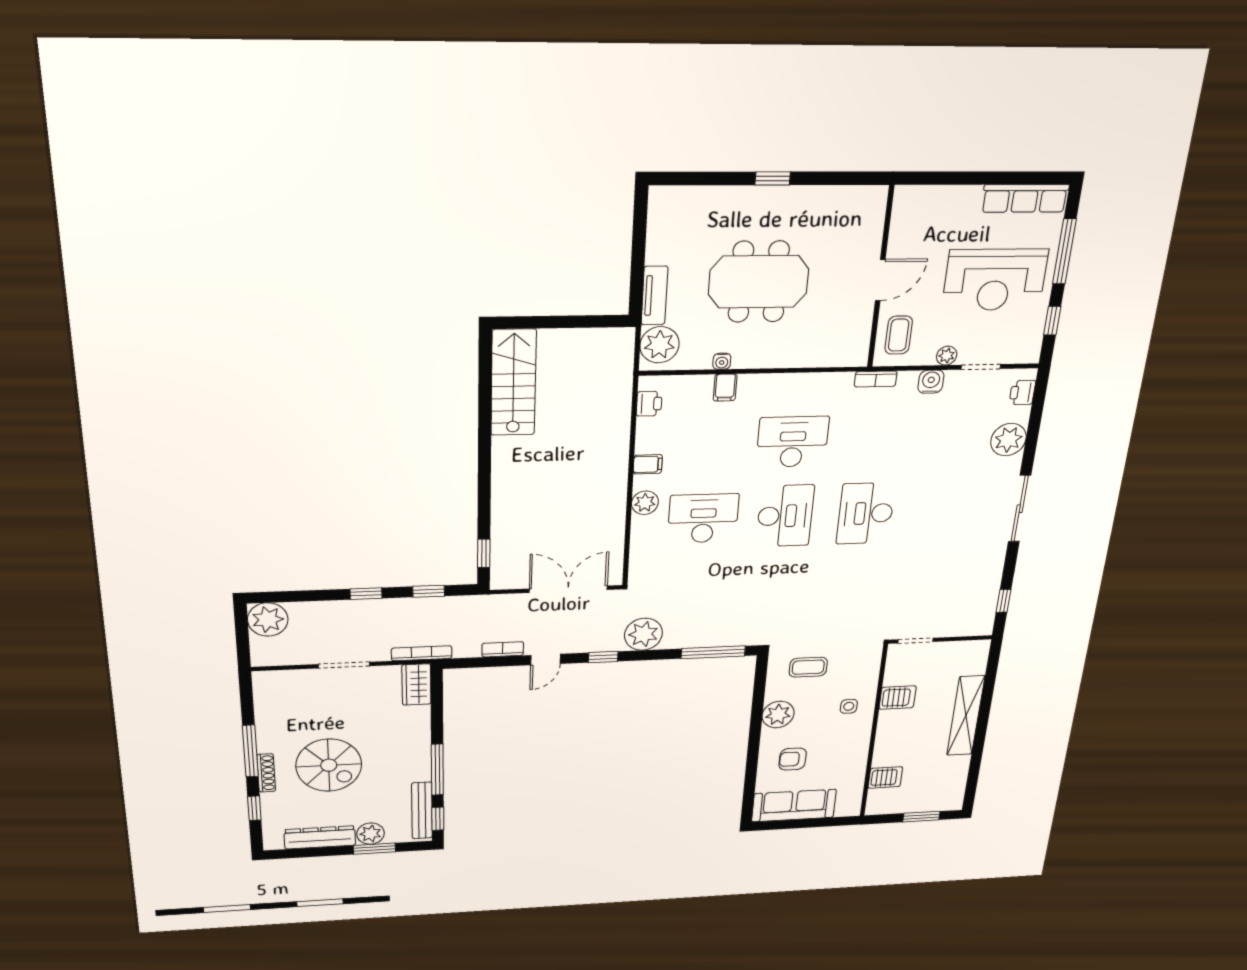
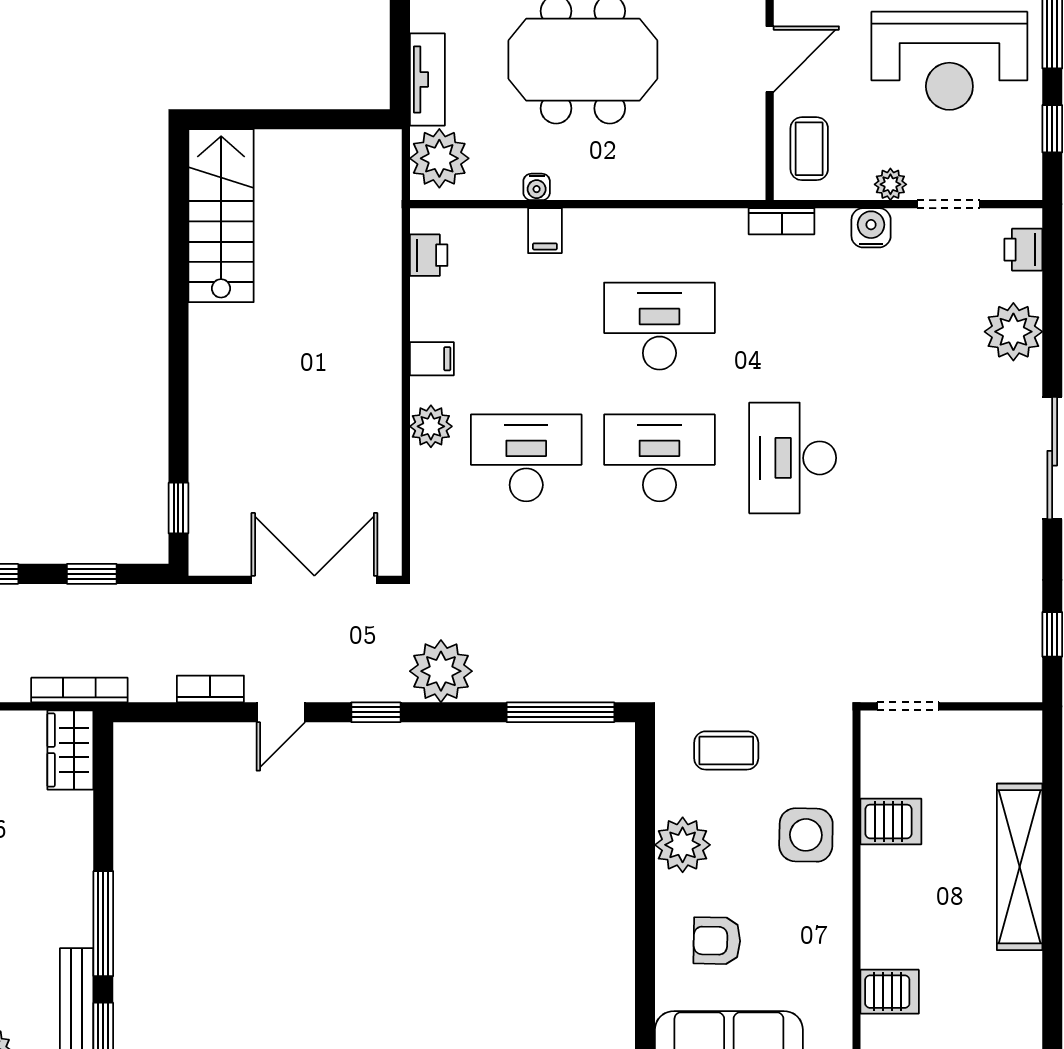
desk: (785, 516) -> (659, 458), turned -90
side table: (849, 706) -> (806, 835), width x1.87, depth x1.87

